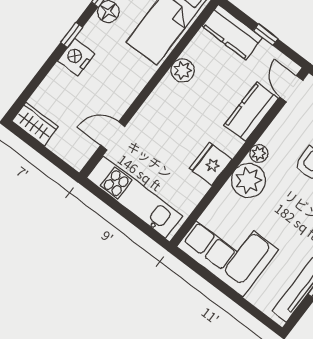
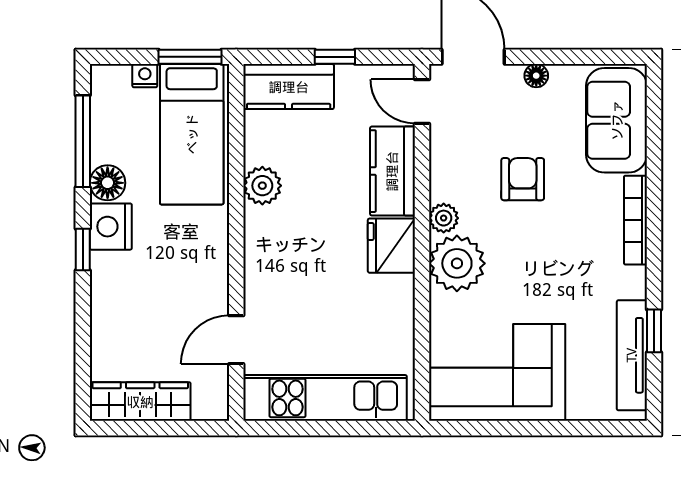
nightstand: (76, 57) -> (111, 227), moved
wardrobe: (35, 124) -> (140, 402), width x1.50
fridge: (211, 164) -> (391, 246), moved

